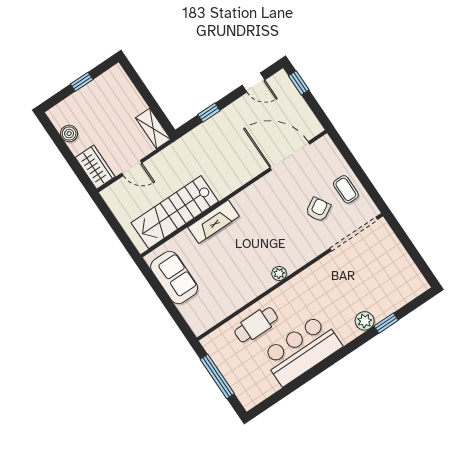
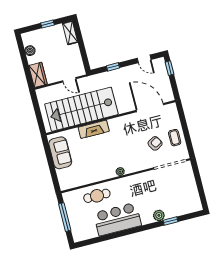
shelving: (153, 128) -> (70, 33), moved
door: (132, 168) -> (69, 80), moved
stairs: (175, 212) -> (81, 109), width x1.36, depth x1.51

